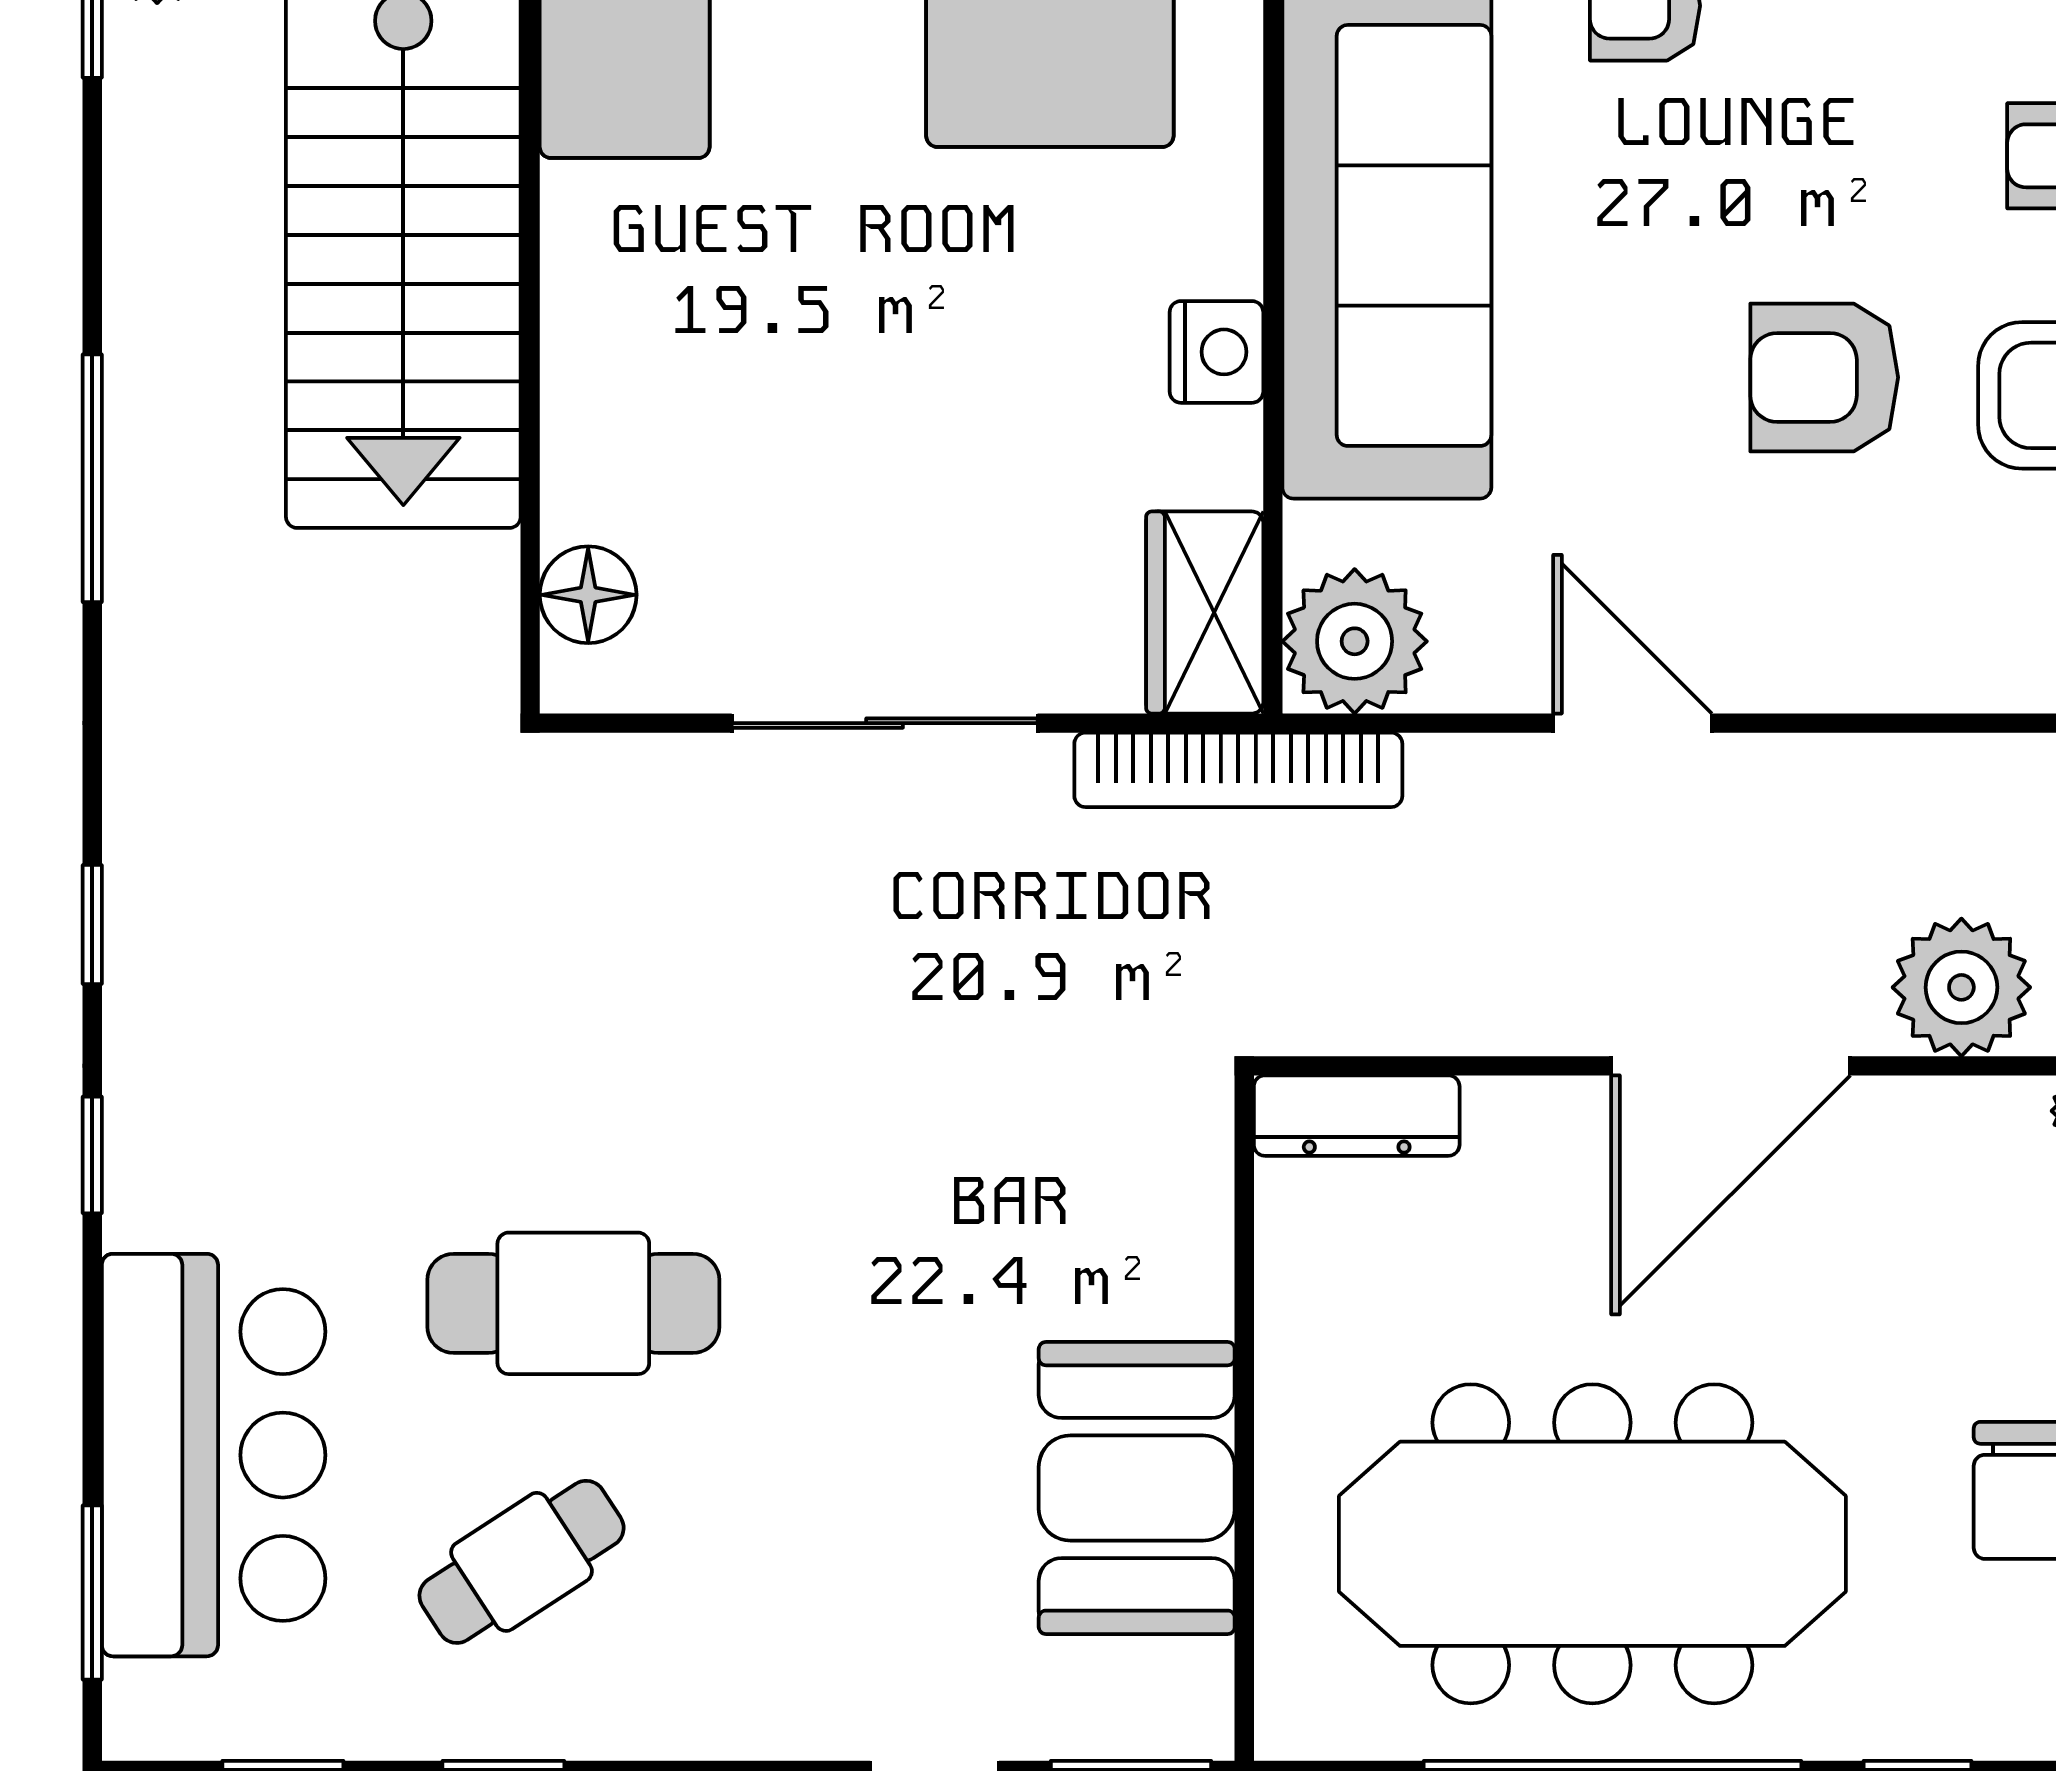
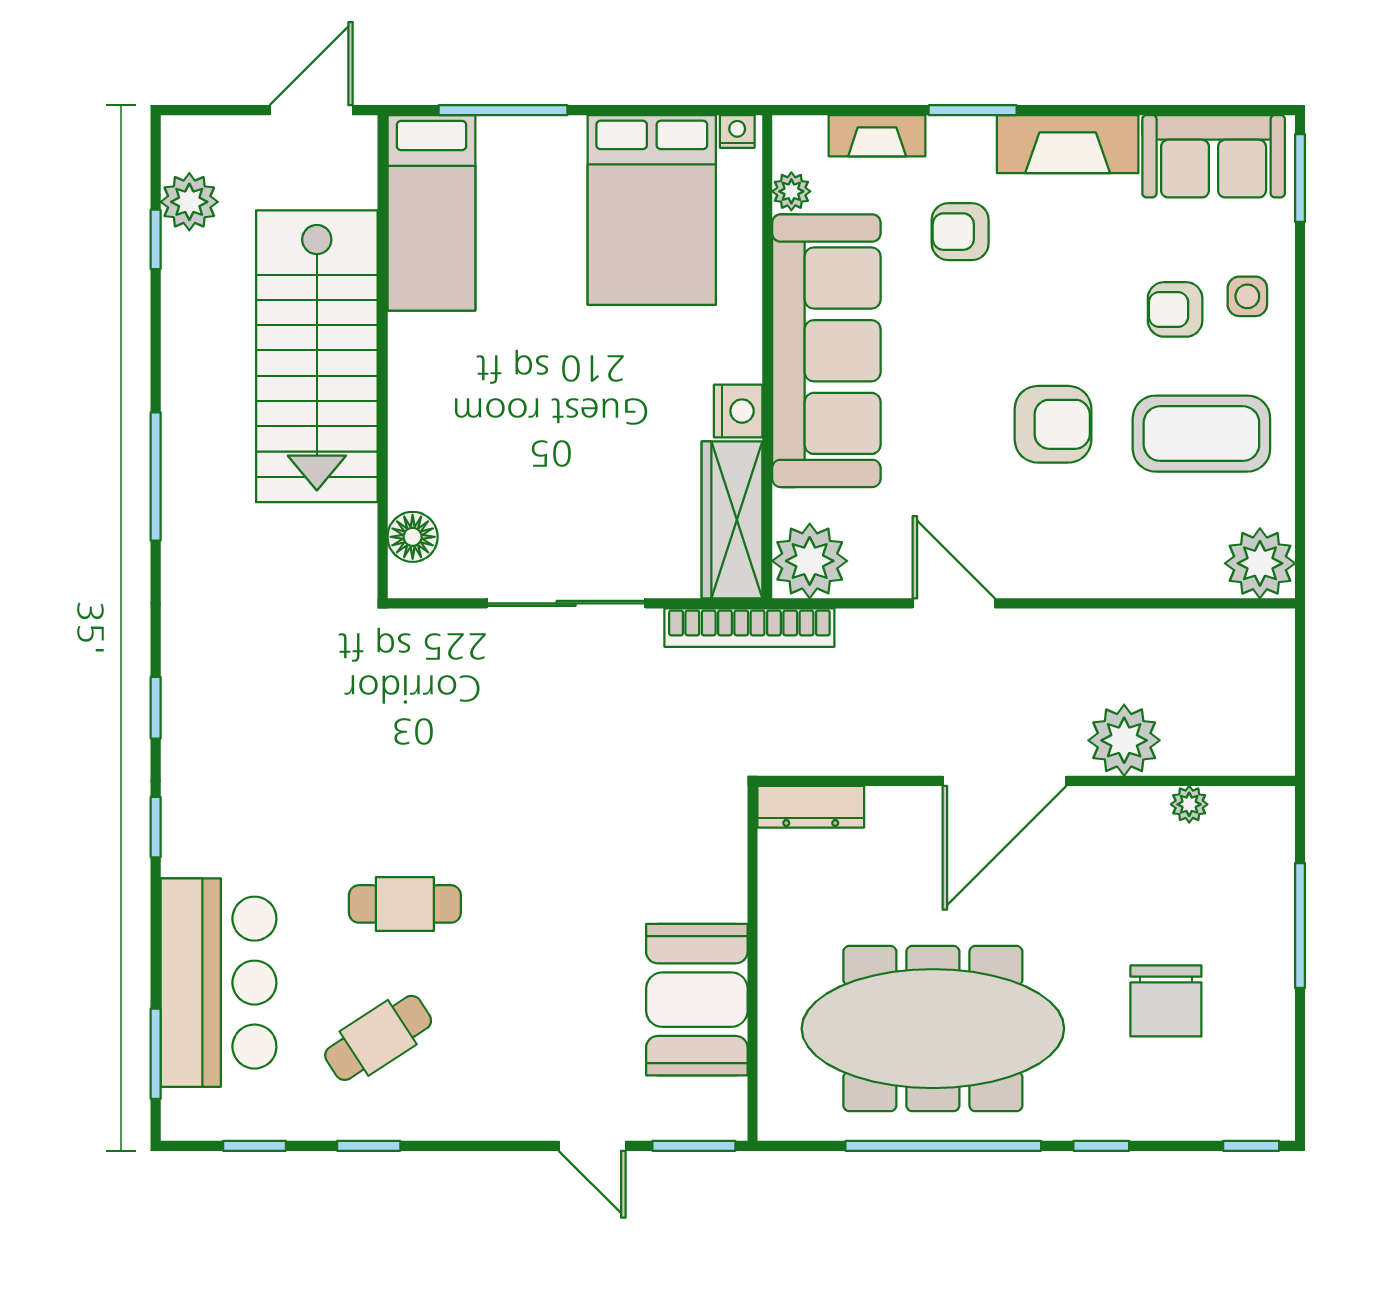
armchair: (1824, 377) -> (1053, 424), turned 180
wardrobe: (1205, 613) -> (732, 520), width x1.50
cafe table: (573, 1303) -> (405, 904), width x0.73, depth x0.74

